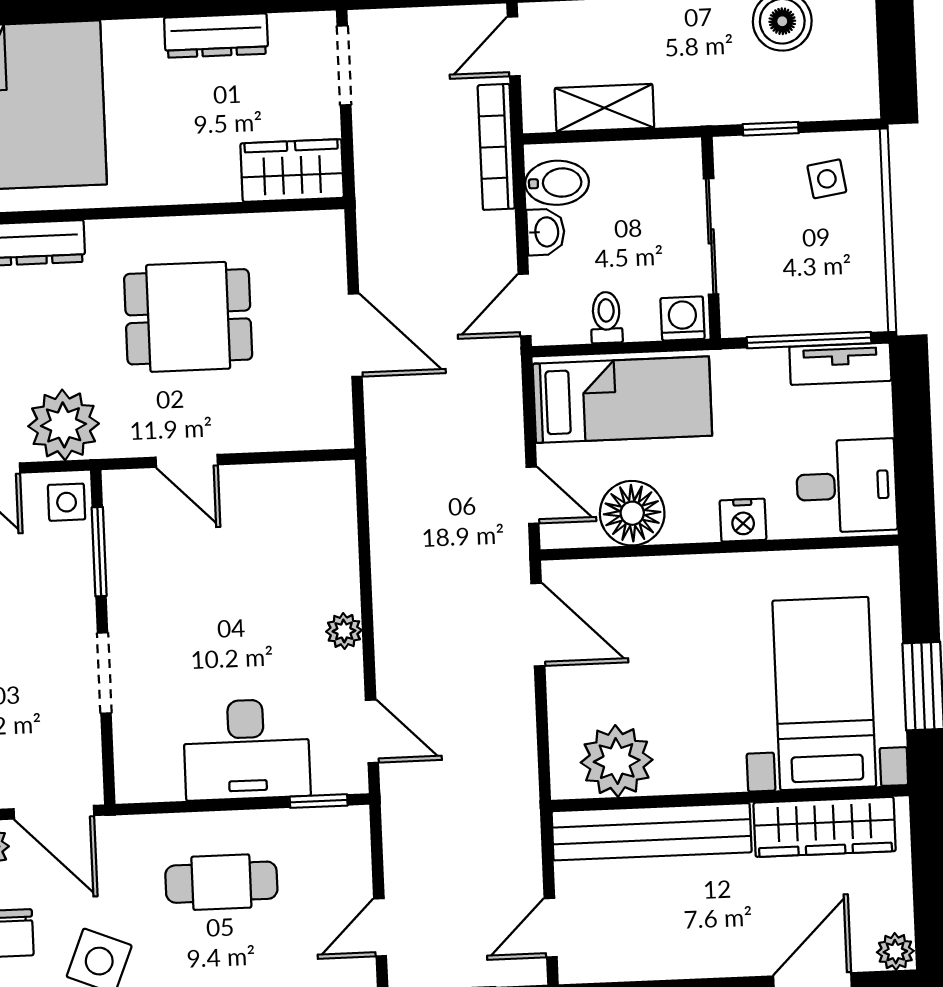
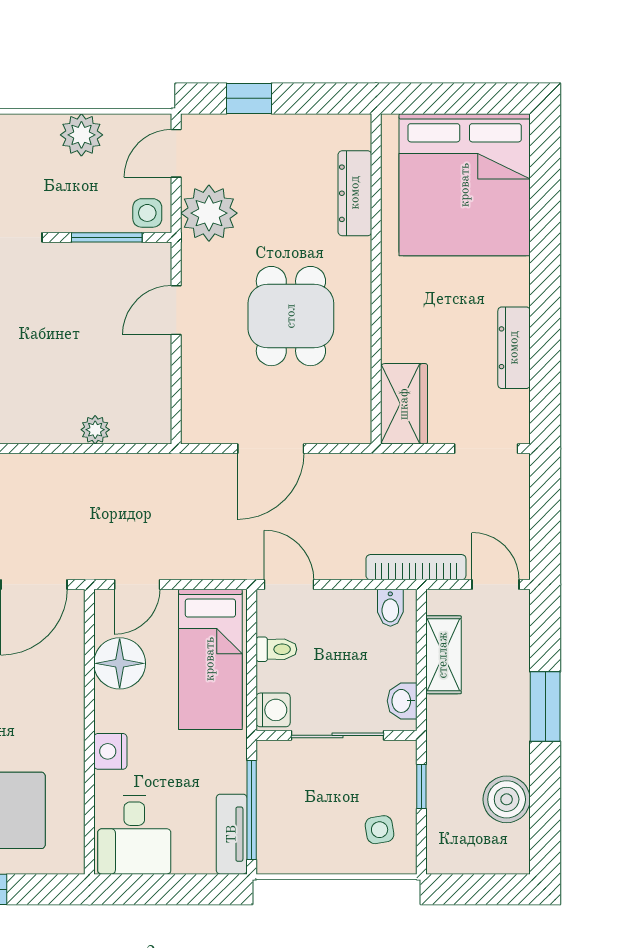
bidet: (557, 183) -> (390, 608), width x0.72, depth x0.74
washbasin: (546, 232) -> (402, 701), moved, turned 90
plant: (344, 631) -> (95, 430), moved

